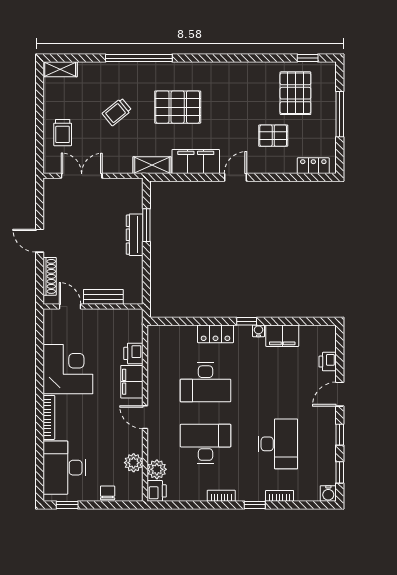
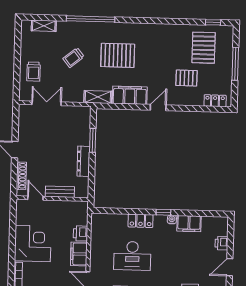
shelving: (60, 69) -> (44, 26), moved
dresser: (135, 235) -> (83, 161), moved

